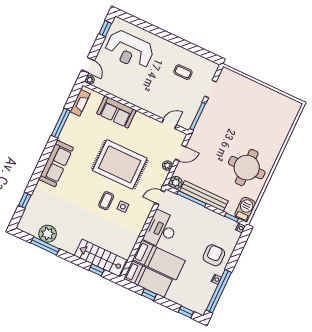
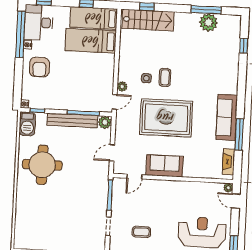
sofa: (116, 112) -> (165, 166), moved
sofa: (56, 164) -> (227, 117), moved
plant: (167, 166) -> (122, 86), moved
desk: (161, 230) -> (39, 22), moved, turned 180

